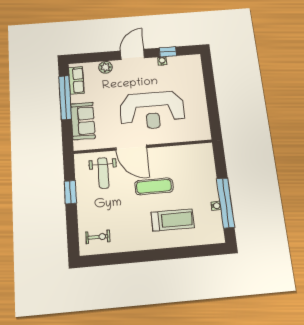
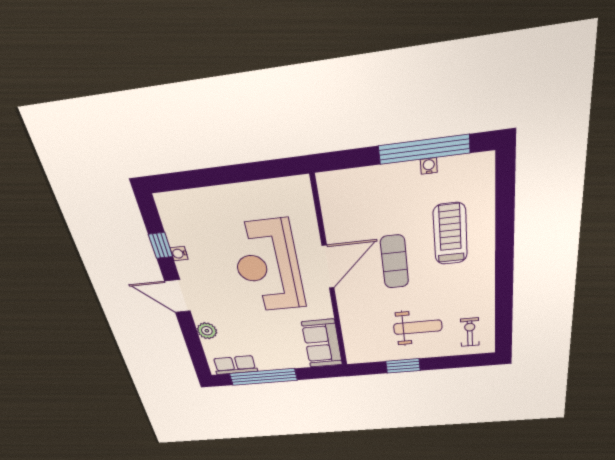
reception desk: (152, 110) -> (268, 267), turned 180
sofa: (83, 121) -> (322, 343), moved, turned -90
door: (131, 148) -> (328, 267), moved
weight bench: (103, 173) -> (418, 327), moved

